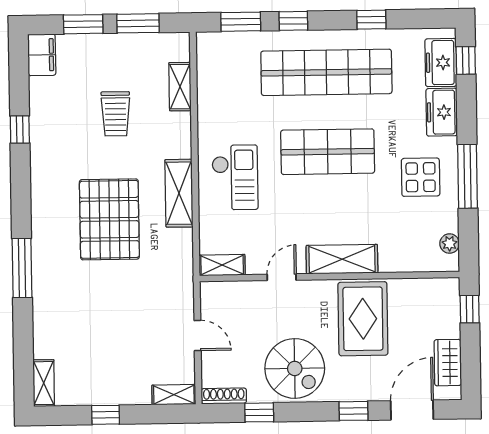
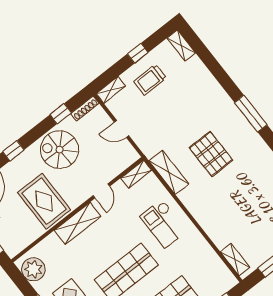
shelving: (180, 87) -> (235, 260), moved
trolley: (116, 114) -> (150, 80), moved, turned -90
shelving: (179, 193) -> (169, 172), moved
pallet: (109, 219) -> (211, 154), width x0.73, depth x0.71
plant: (450, 244) -> (33, 269), width x1.88, depth x1.88
window: (22, 268) -> (251, 114), moved

